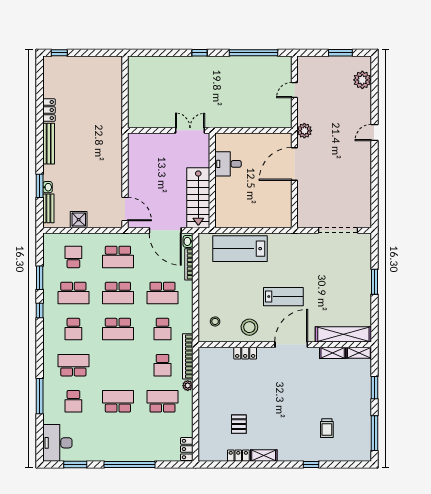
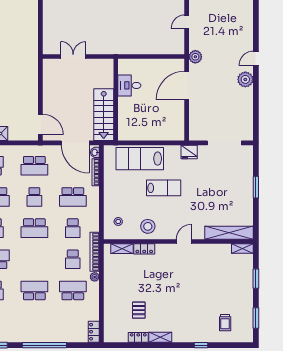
plant: (362, 80) -> (245, 79), moved
double door: (190, 130) -> (73, 56), moved
fridge: (297, 241) -> (189, 152), added
school desk: (118, 293) -> (34, 197), width x0.54
lab bench: (283, 297) -> (164, 188), moved
door: (291, 345) -> (184, 241), width x0.53
shelving: (333, 353) -> (122, 249), moved
trolley: (327, 428) -> (225, 323), moved
window: (375, 433) -> (256, 318), width x0.69

